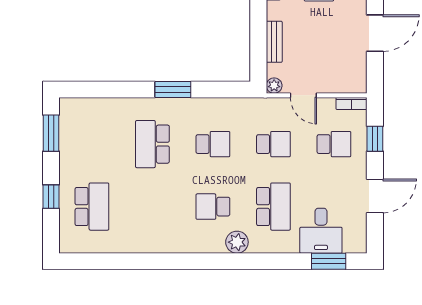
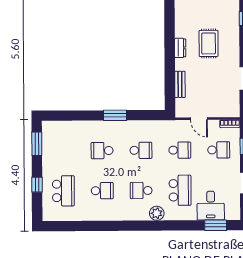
plant: (274, 86) -> (180, 112), removed
school desk: (152, 144) -> (102, 151), width x0.54
school desk: (152, 207) -> (102, 191), added

